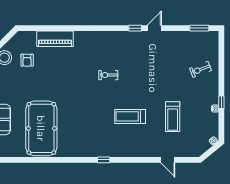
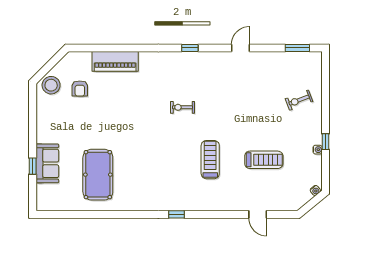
window: (135, 28) -> (190, 48), moved
treadmill: (130, 116) -> (210, 160), turned 90
treadmill: (173, 117) -> (264, 160), turned -90
pool table: (41, 128) -> (98, 175), width x0.73, depth x0.76

